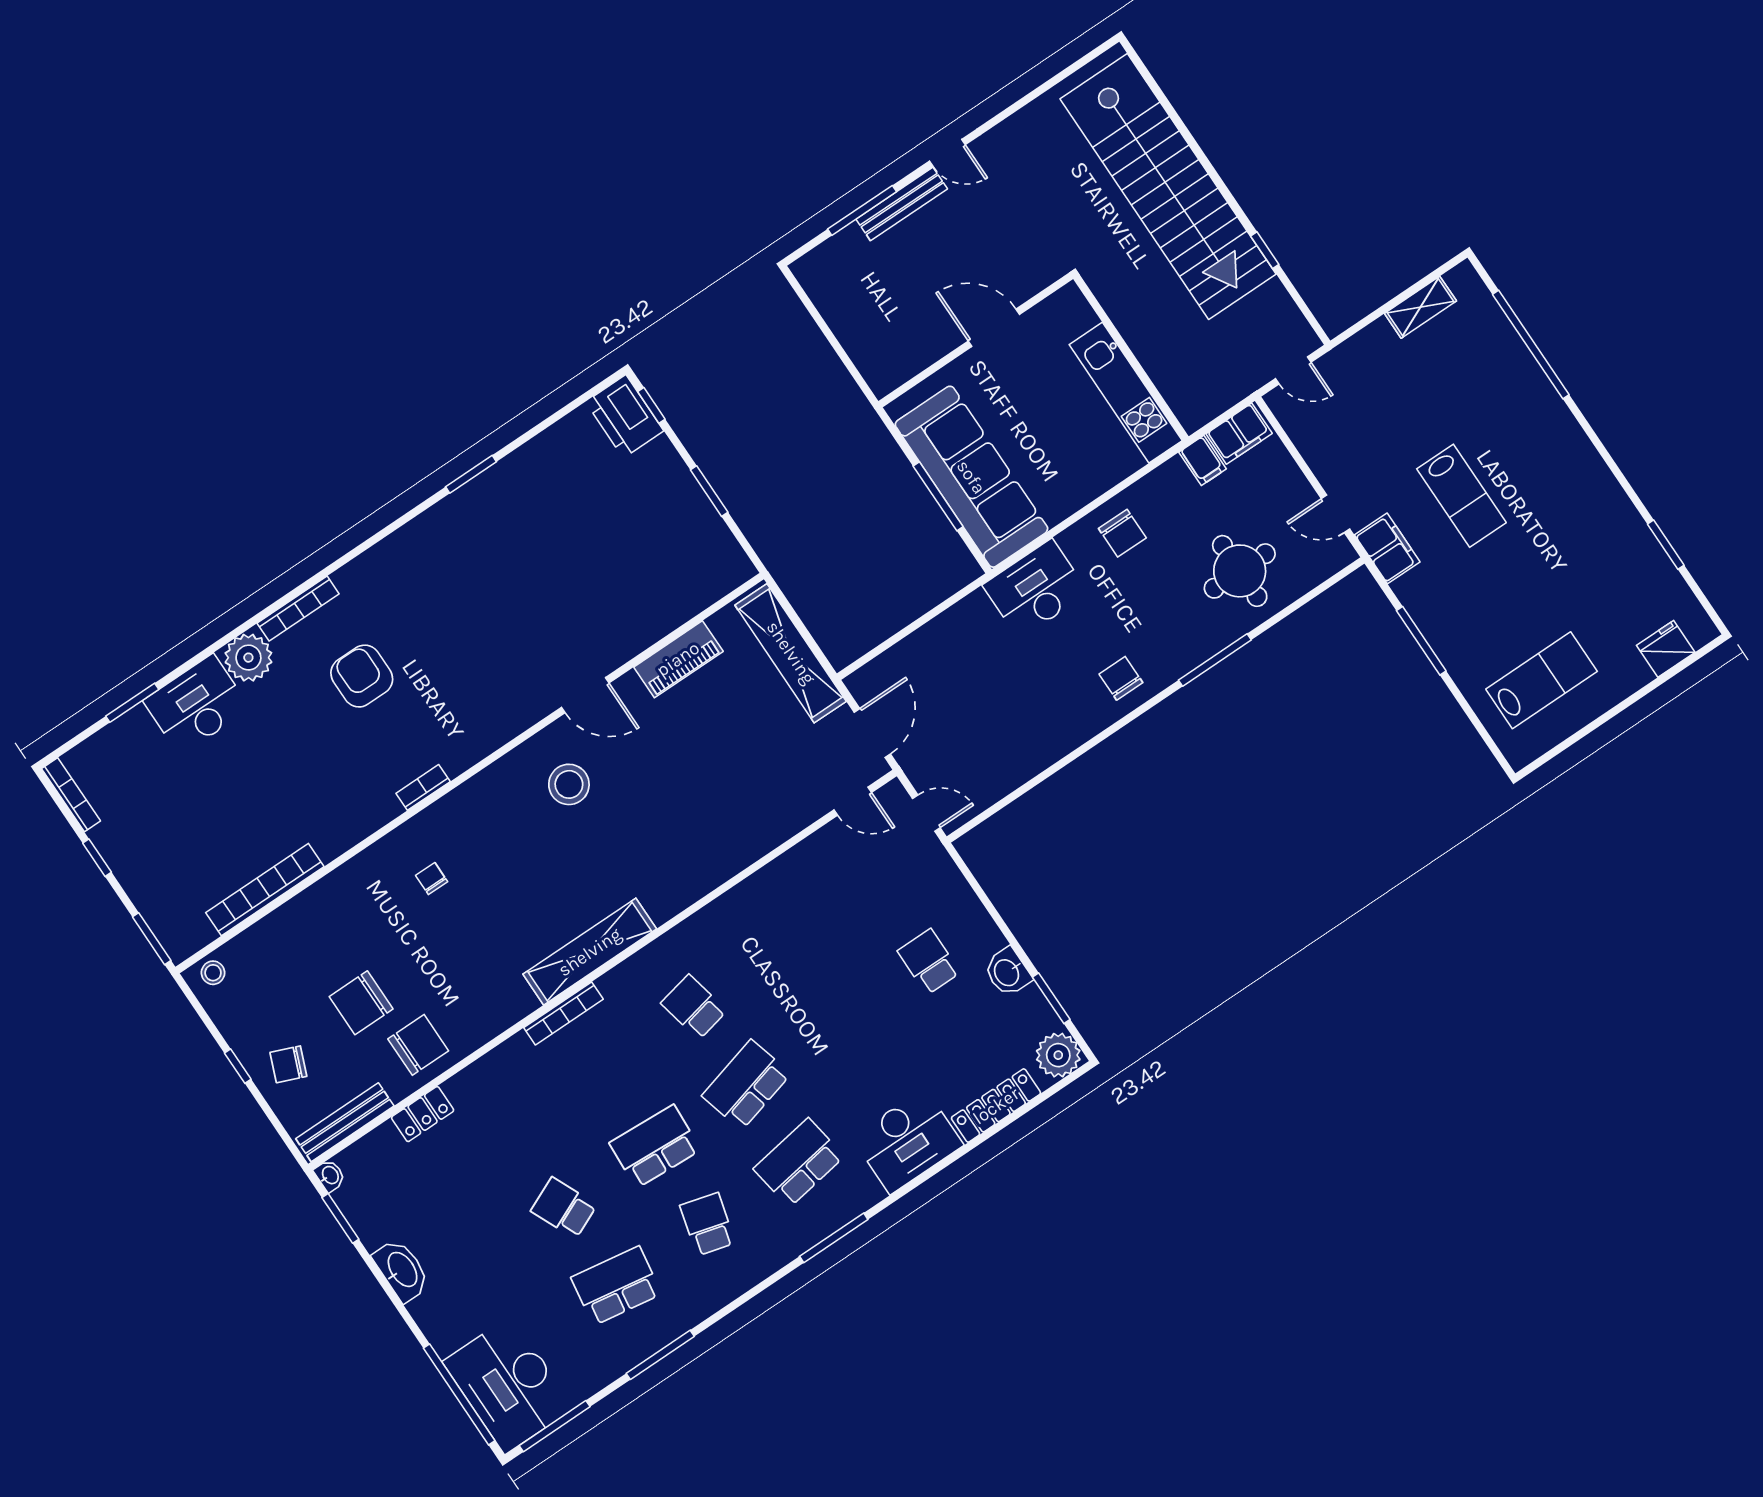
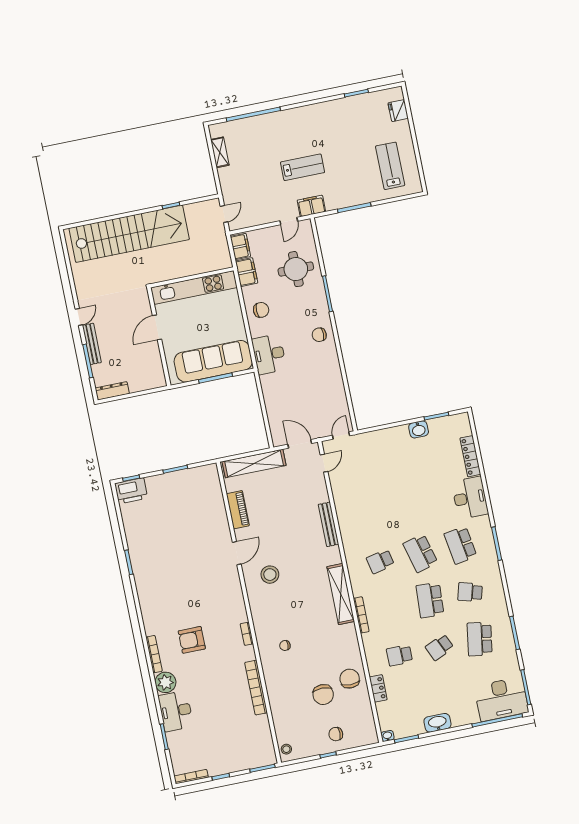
dresser: (820, 288) -> (112, 391), added
kitchen unit: (1126, 393) -> (194, 287), width x1.36
filing cabinet: (1203, 460) -> (246, 272), width x2.00
bookcase: (265, 890) -> (256, 688), moved
school desk: (929, 962) -> (399, 655), moved
plant: (1058, 1055) -> (460, 423), removed
chair: (288, 1064) -> (336, 734), turned 68
bench: (345, 1122) -> (328, 524), moved

